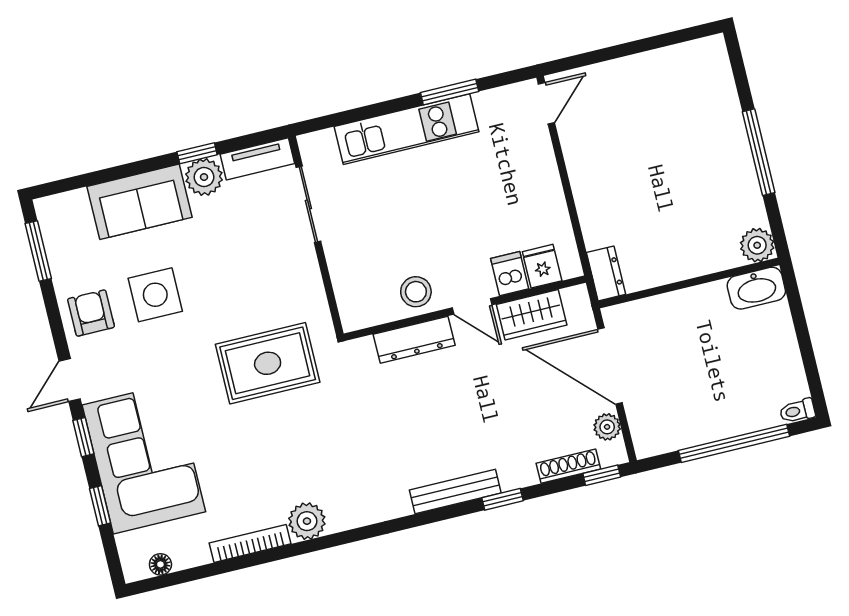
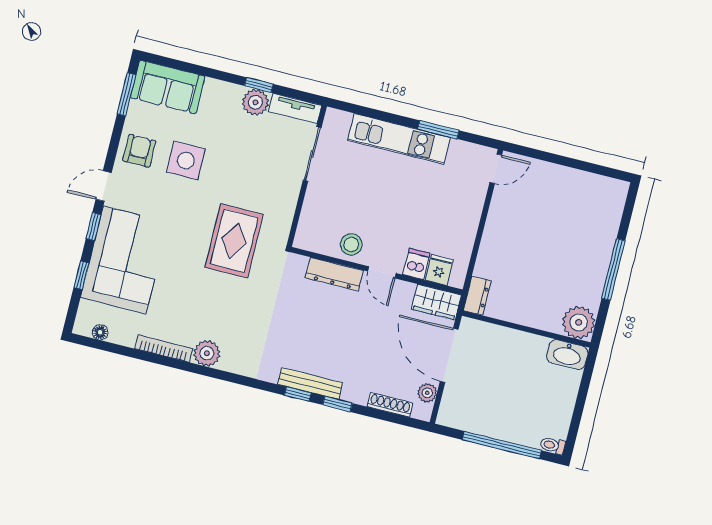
sofa: (140, 202) -> (168, 87), moved
plant: (757, 245) -> (579, 322), width x1.36, depth x1.36
wardrobe: (532, 315) -> (436, 302), moved
rug: (268, 363) -> (234, 241), turned 90
window: (602, 475) -> (298, 394), moved

